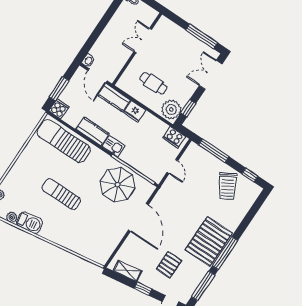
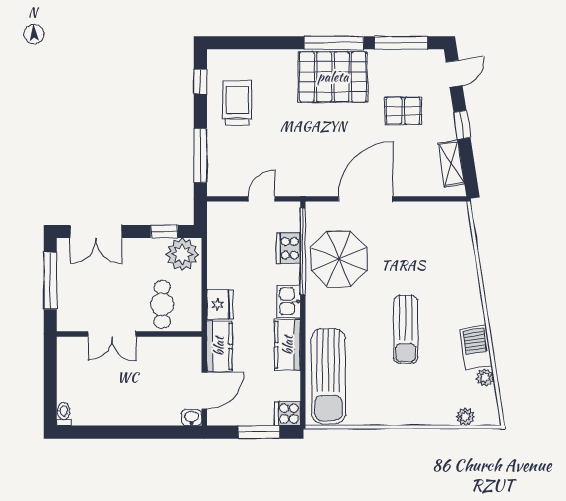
double door: (143, 41) -> (112, 334), moved
wall: (137, 49) -> (129, 334), moved
cooker: (174, 137) -> (288, 248), moved, turned 180
trolley: (227, 186) -> (237, 103), turned -60

